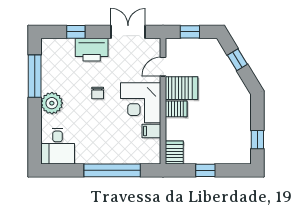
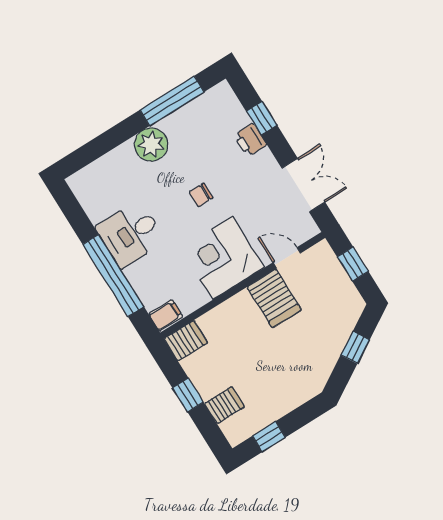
printer: (92, 50) -> (250, 140), width x0.53, depth x0.68
server rack: (176, 109) -> (224, 405), moved, turned -90
filing cabinet: (151, 131) -> (166, 315), moved, turned 90
desk: (58, 146) -> (131, 234), moved

